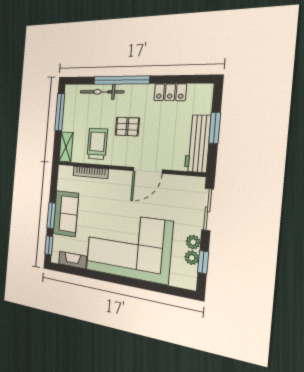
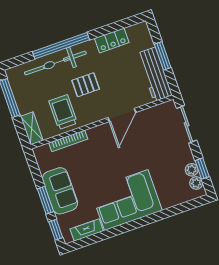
bicycle: (102, 92) -> (55, 63), width x1.37, depth x1.40
plant: (193, 242) -> (196, 183), moved
corner sofa: (128, 246) -> (126, 200), width x0.73, depth x0.74

